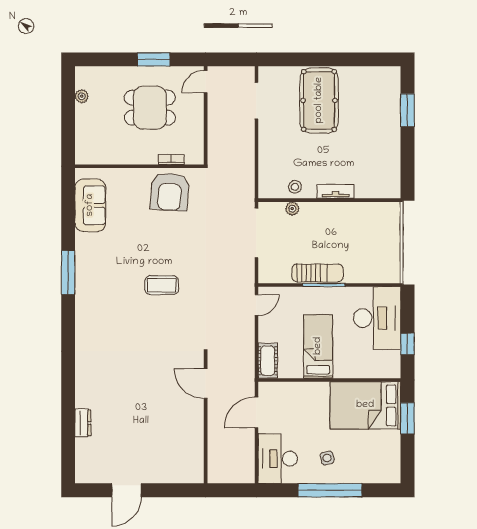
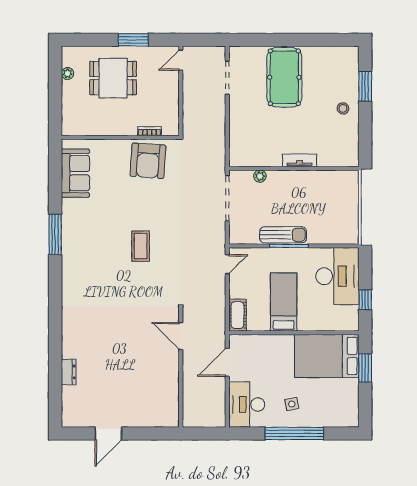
dining table: (150, 108) -> (113, 78), moved
stool: (295, 187) -> (343, 108), moved
coffee table: (162, 285) -> (141, 246), turned 90

